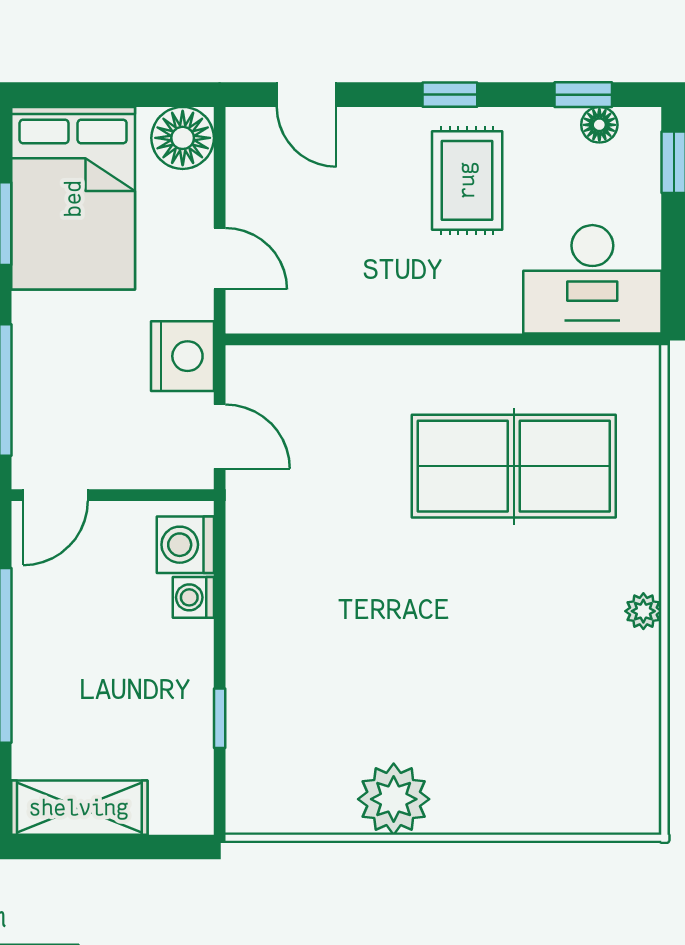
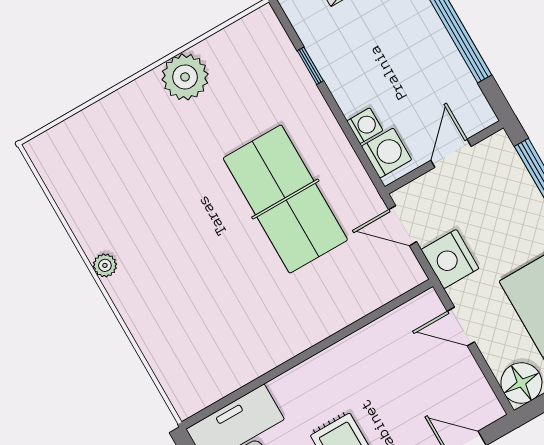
table tennis table: (514, 466) -> (285, 199), moved, turned 90
door: (55, 495) -> (451, 153), moved

